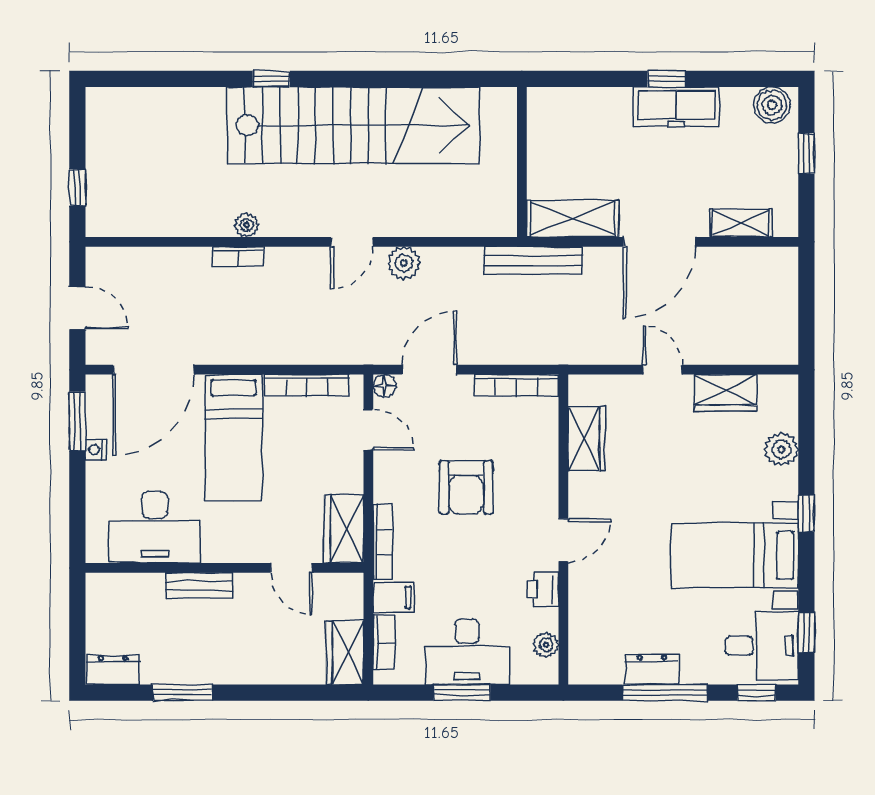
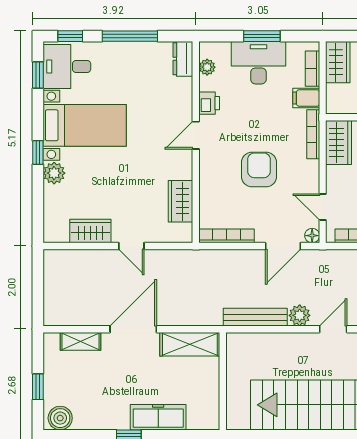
freezer: (676, 107) -> (158, 417), moved
bench: (533, 260) -> (255, 317), moved
plant: (781, 449) -> (54, 173), moved
dresser: (652, 669) -> (183, 59), moved, turned 90

